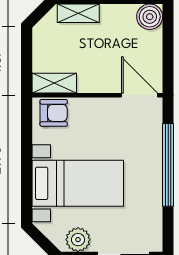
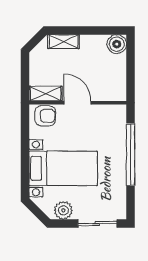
door: (140, 95) -> (78, 103), moved

